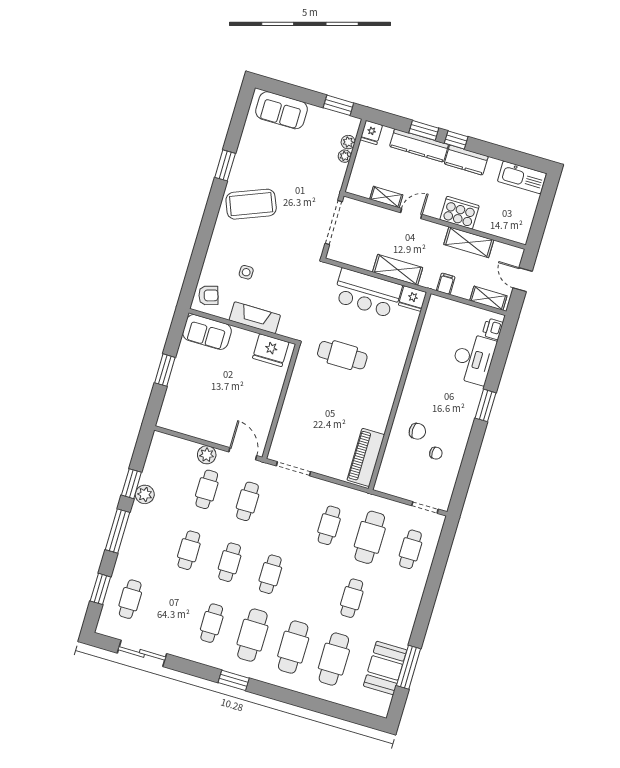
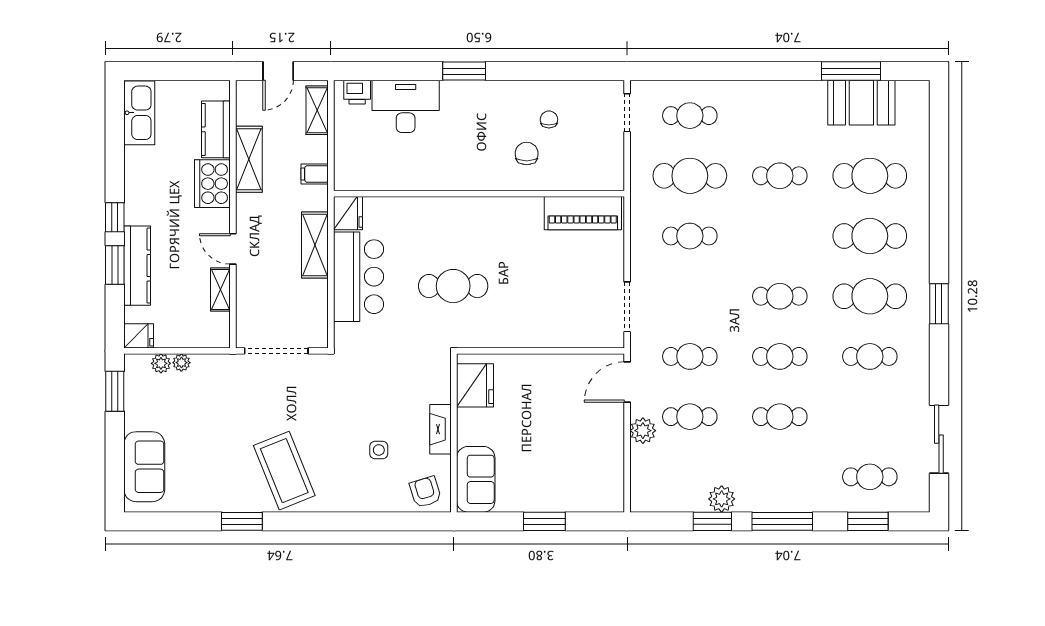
kitchen counter: (466, 160) -> (216, 129), moved, turned 180
fireplace: (255, 318) -> (441, 429), width x0.73, depth x0.76
cafe table: (342, 355) -> (453, 286), turned 90

